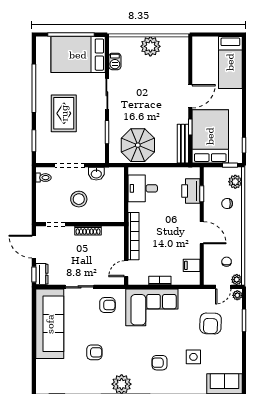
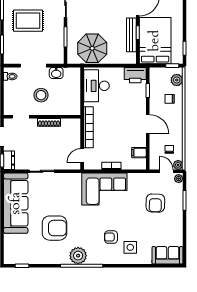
rug: (64, 113) -> (28, 21), turned 90
bench: (183, 144) -> (131, 35), moved
desk: (143, 188) -> (96, 86), width x1.37
printer: (191, 191) -> (135, 75), moved, turned -90
door: (223, 287) -> (166, 171), swing flipped
armchair: (107, 305) -> (66, 187), removed
armchair: (94, 352) -> (55, 228), width x1.88, depth x1.88
side table: (193, 357) -> (130, 247), moved

